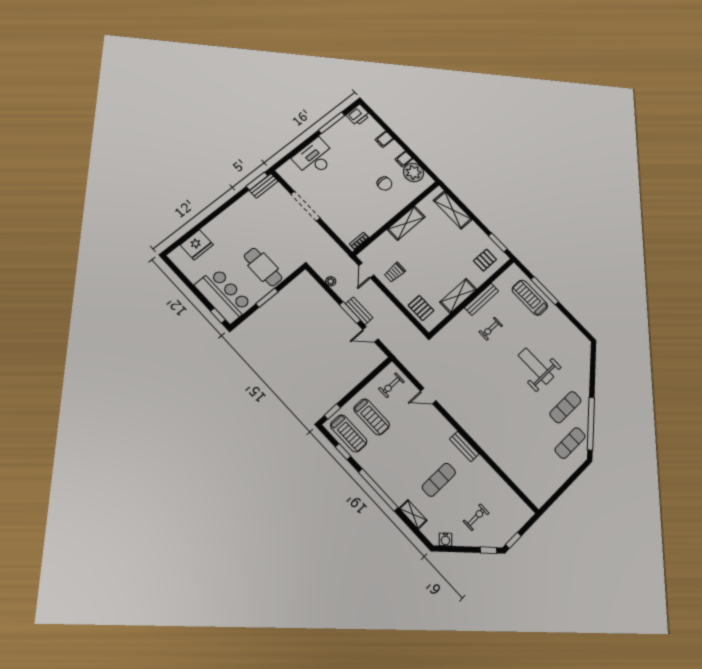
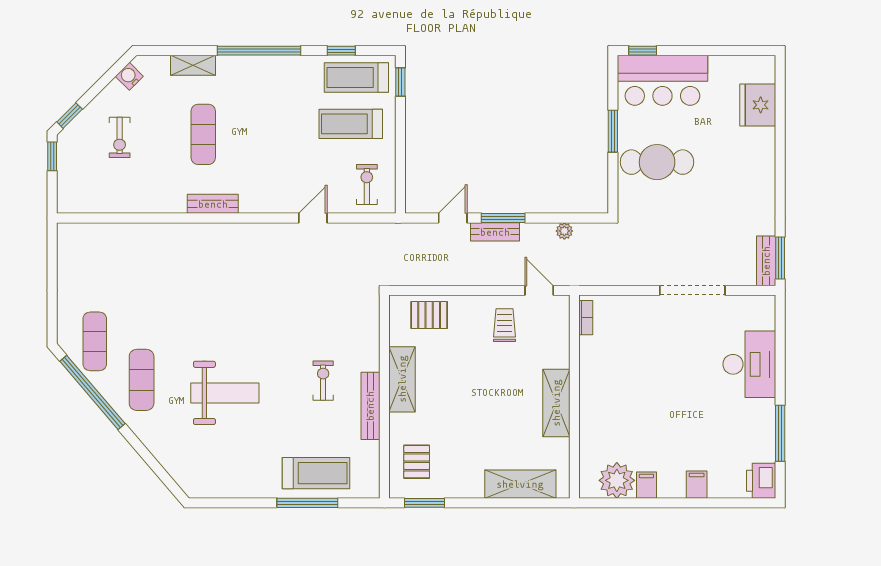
chair: (385, 184) -> (635, 426), removed

